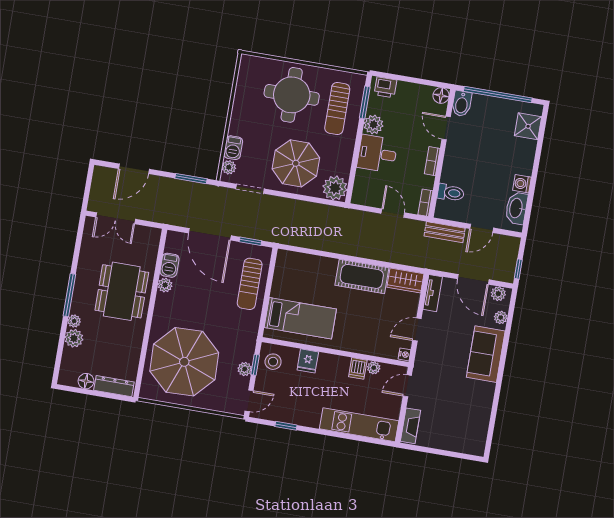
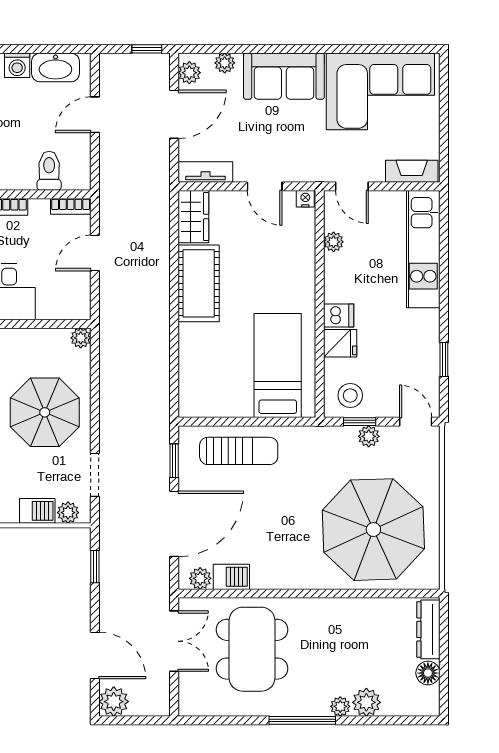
plant: (102, 176) -> (114, 702), added
window: (191, 179) -> (95, 567), width x0.67
plant: (335, 188) -> (81, 338), width x0.53, depth x0.53
double door: (116, 218) -> (174, 641), moved
door: (482, 228) -> (95, 115), swing flipped
bench: (445, 232) -> (110, 170), removed
plant: (165, 285) -> (200, 578), moved
dining table: (122, 291) -> (252, 649), moved, turned 90
dishwasher: (358, 368) -> (339, 315), moved
corner sofa: (465, 414) -> (380, 91), added

